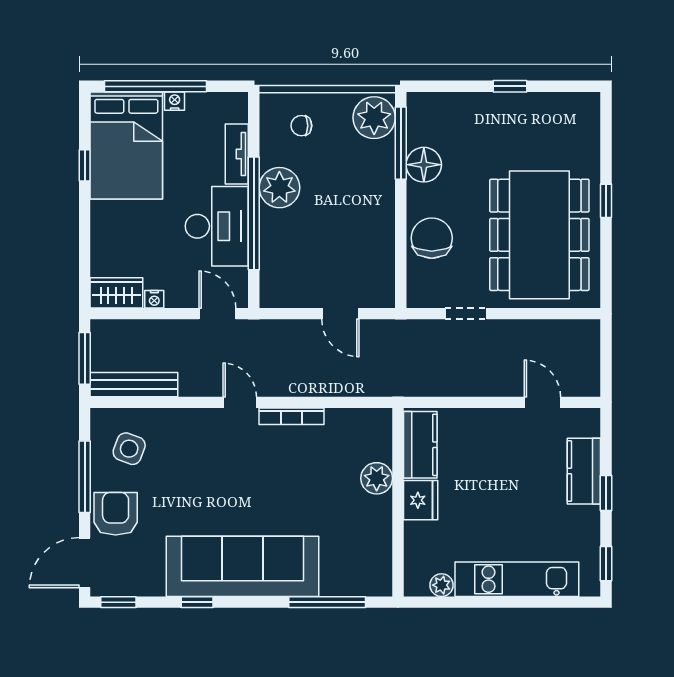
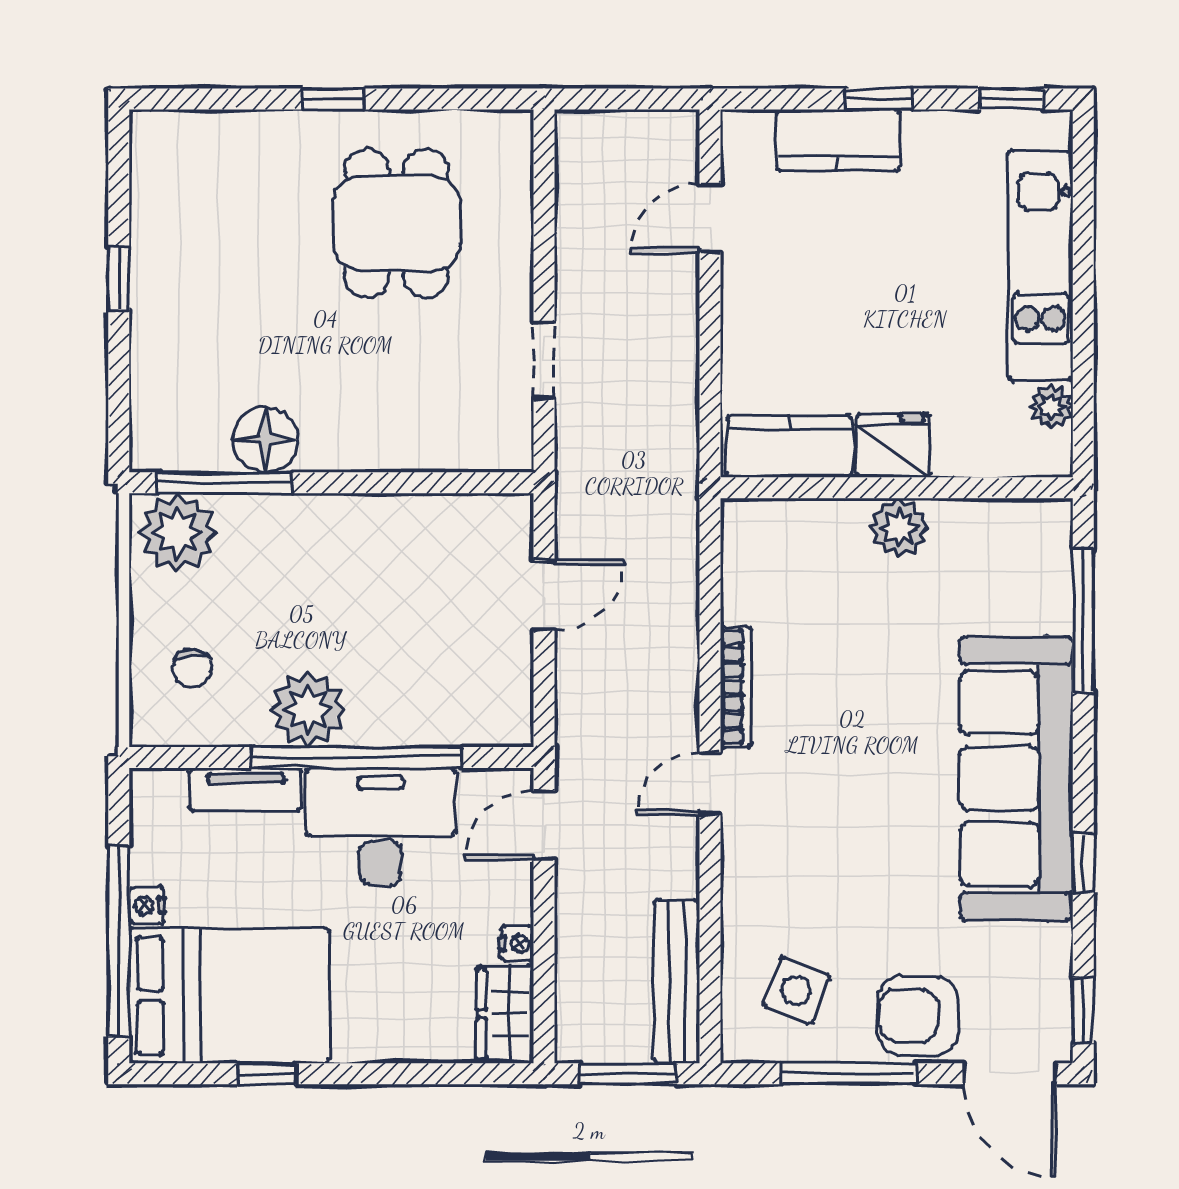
dining table: (539, 235) -> (397, 223), width x0.53, depth x0.80
chair: (432, 238) -> (403, 425), removed
plant: (377, 478) -> (899, 528), moved

